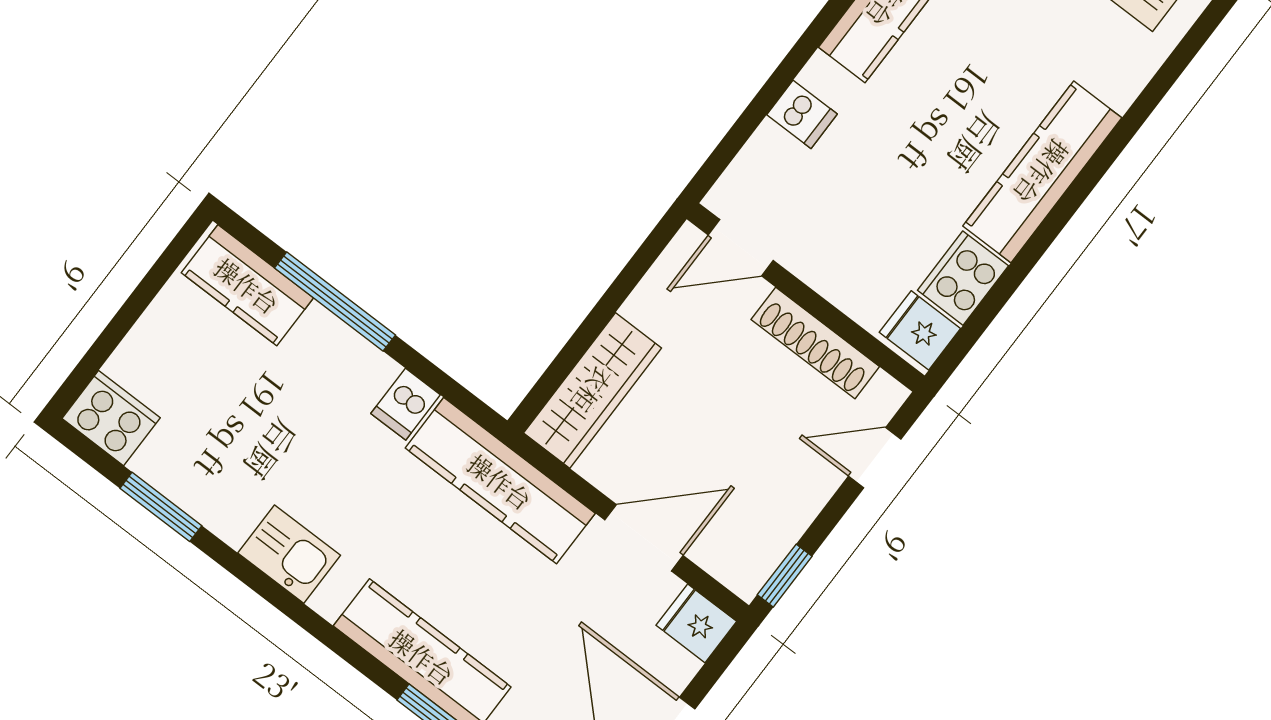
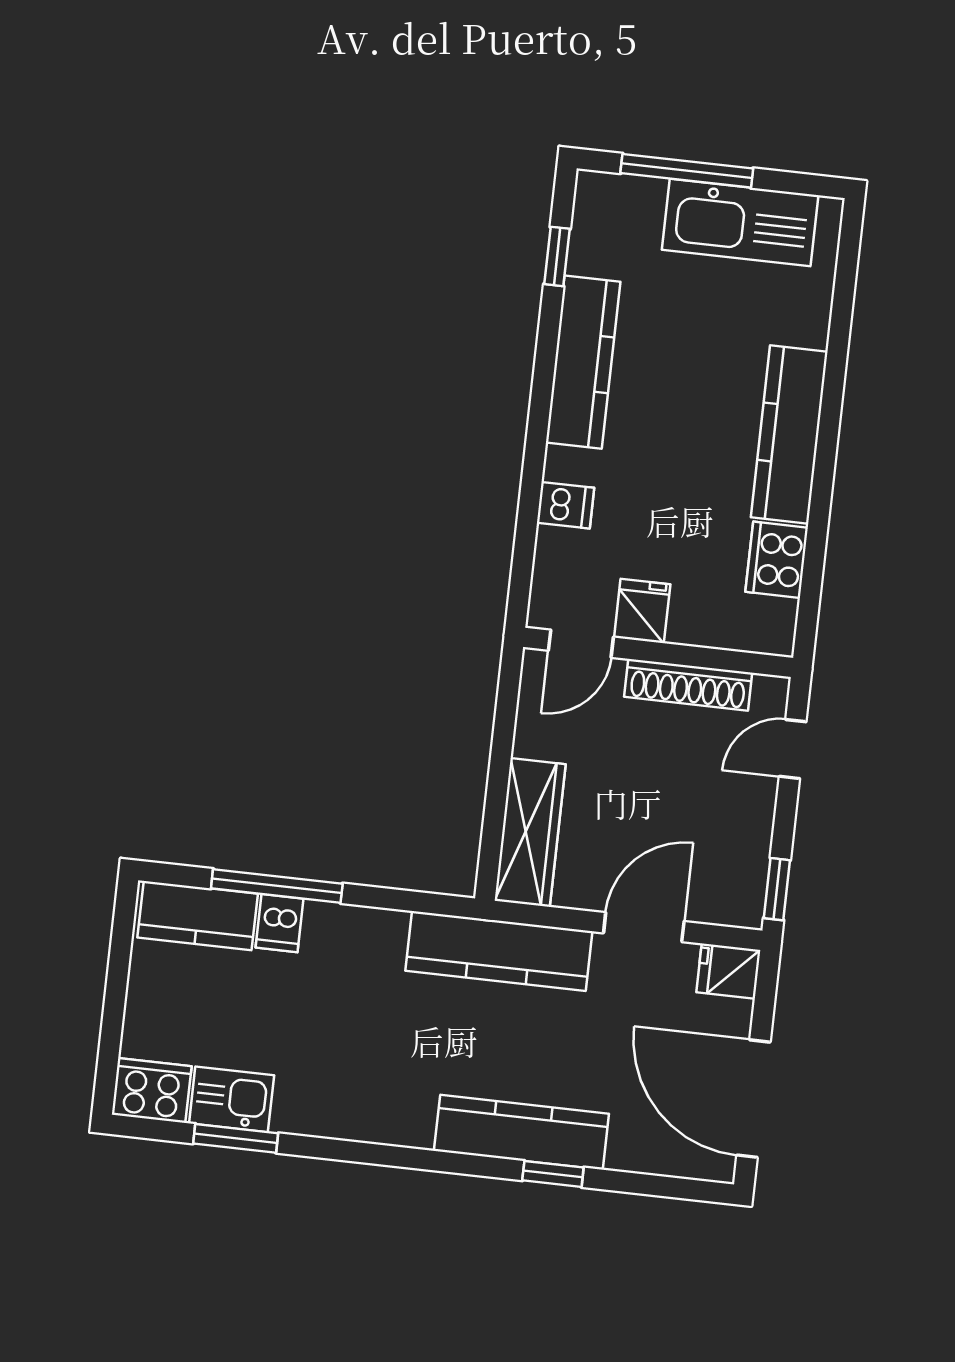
fridge: (920, 330) -> (642, 611), moved, turned 90
dishwasher: (406, 404) -> (279, 923), moved
kitchen sink: (289, 554) -> (232, 1099), moved

